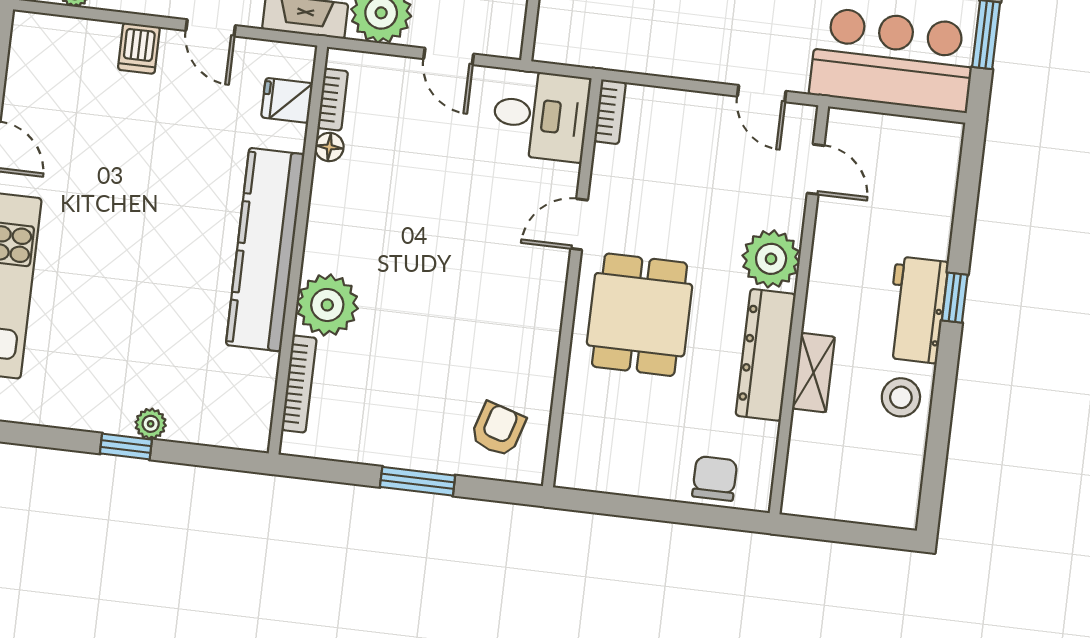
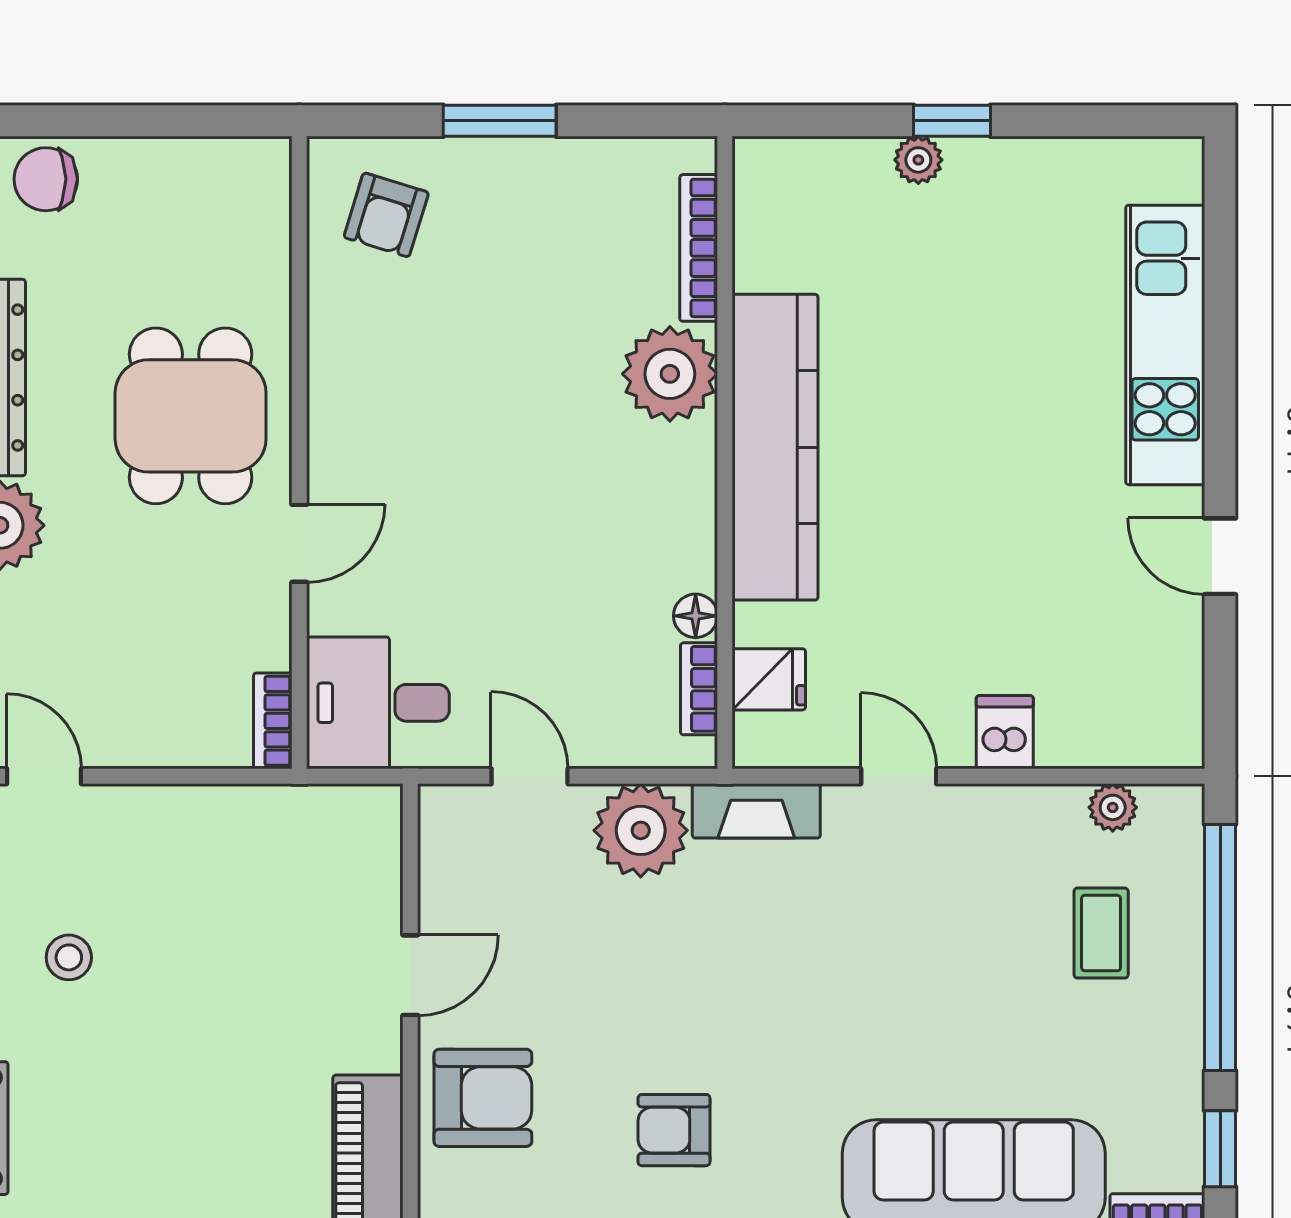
chair: (715, 478) -> (46, 179), turned 90

